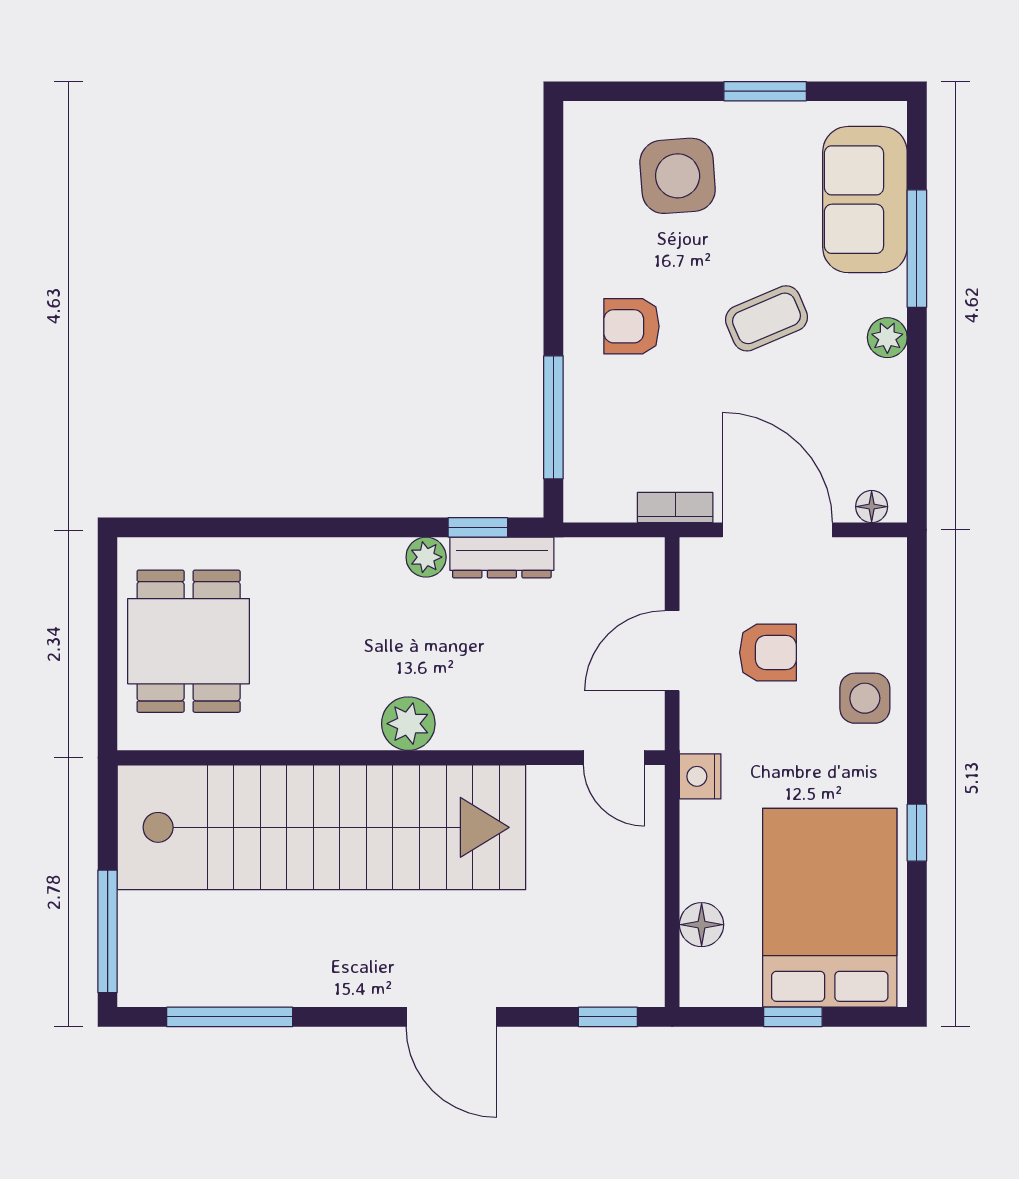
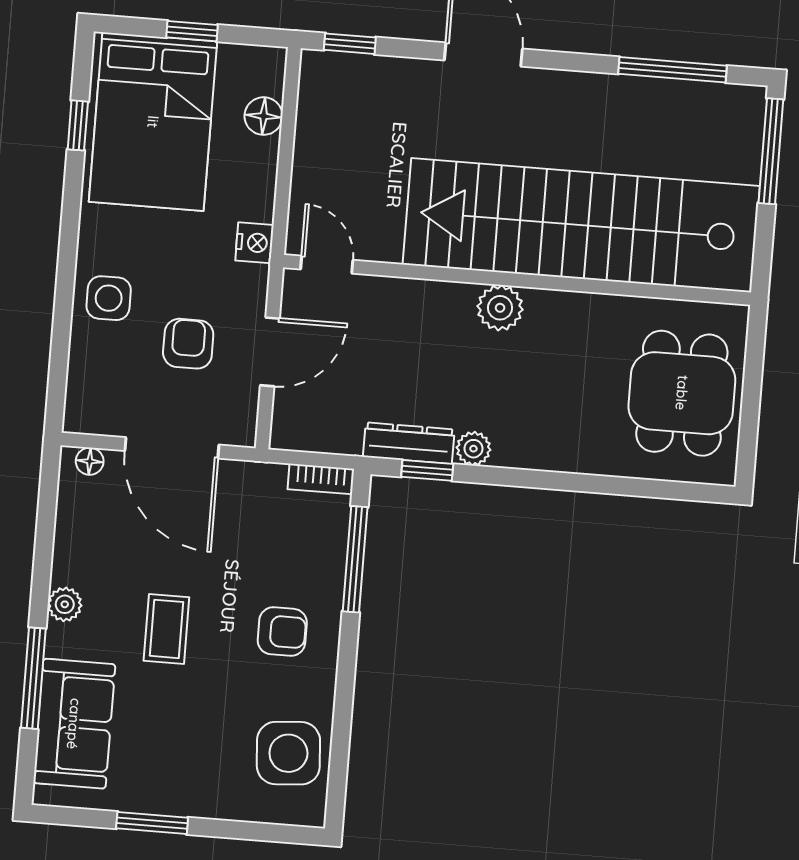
side table: (678, 176) -> (288, 753), moved
coffee table: (767, 318) -> (166, 629), turned -67
bookcase: (675, 507) -> (321, 479), moved
armchair: (768, 653) -> (188, 344), turned 90
window: (917, 833) -> (78, 125), moved

